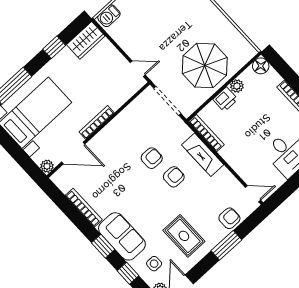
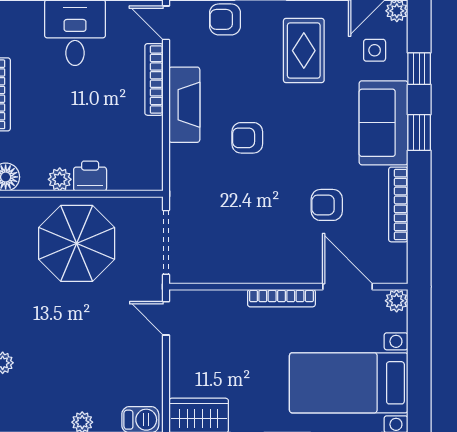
bookcase: (206, 133) -> (154, 79), moved
fireplace: (203, 155) -> (184, 105), moved
armchair: (152, 158) -> (327, 205), moved

